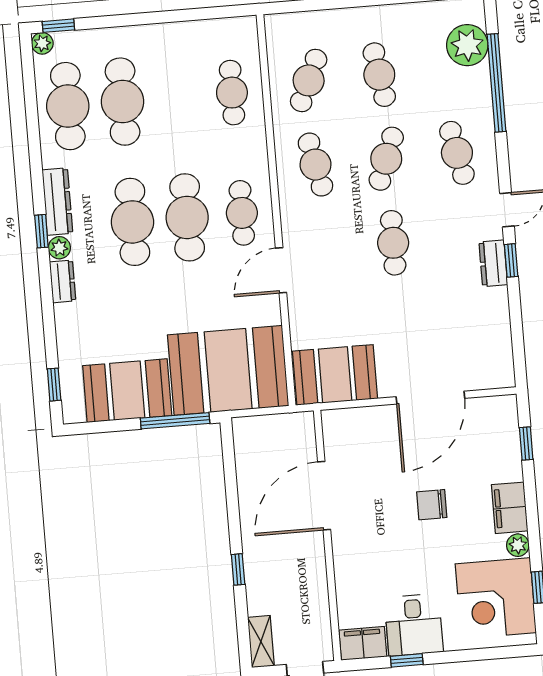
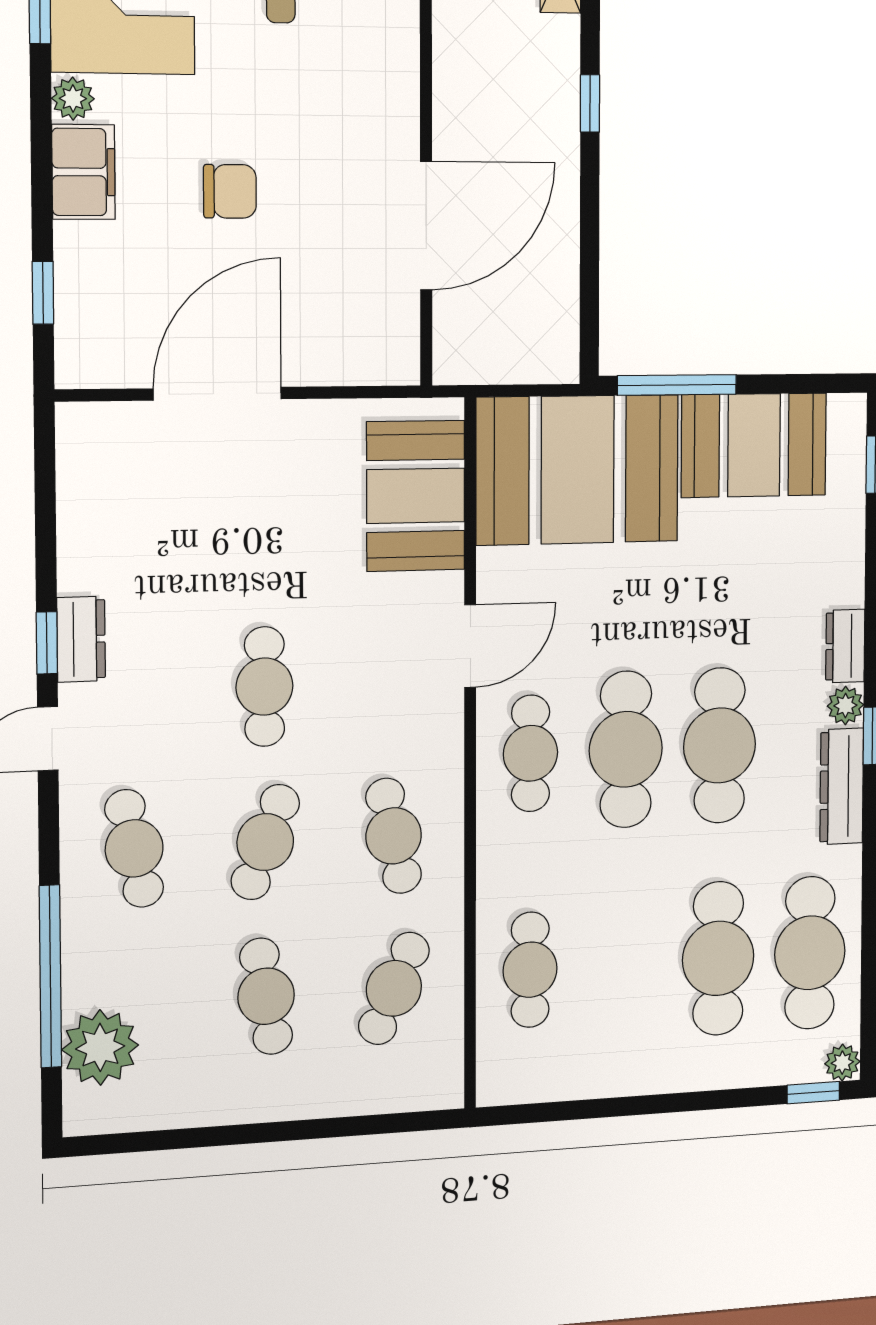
booth: (335, 375) -> (416, 496), moved, turned 90

